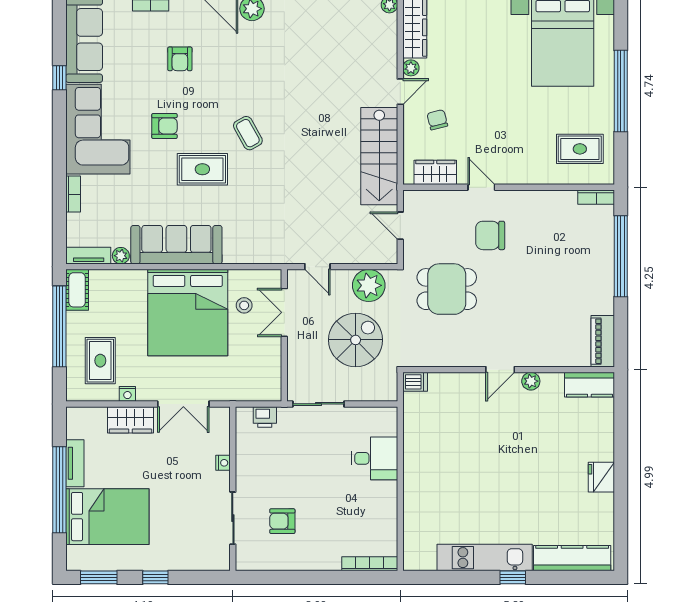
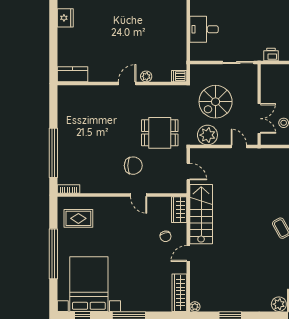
plant: (411, 68) -> (182, 268), removed
wardrobe: (435, 172) -> (179, 210), moved, turned 90
piano: (603, 341) -> (64, 101), removed
plant: (531, 381) -> (146, 76), moved

